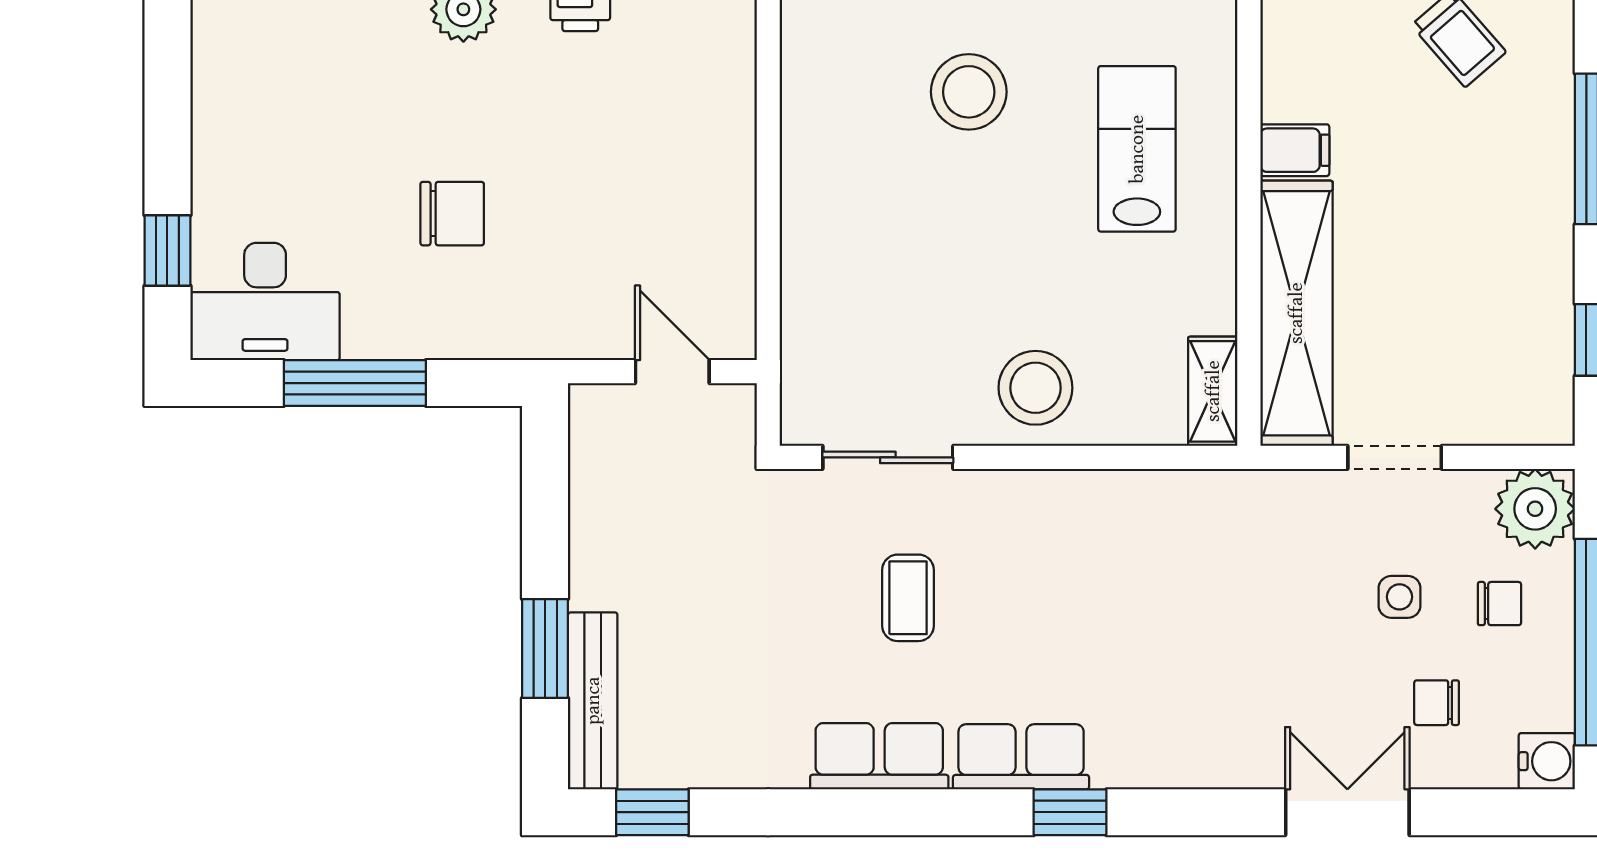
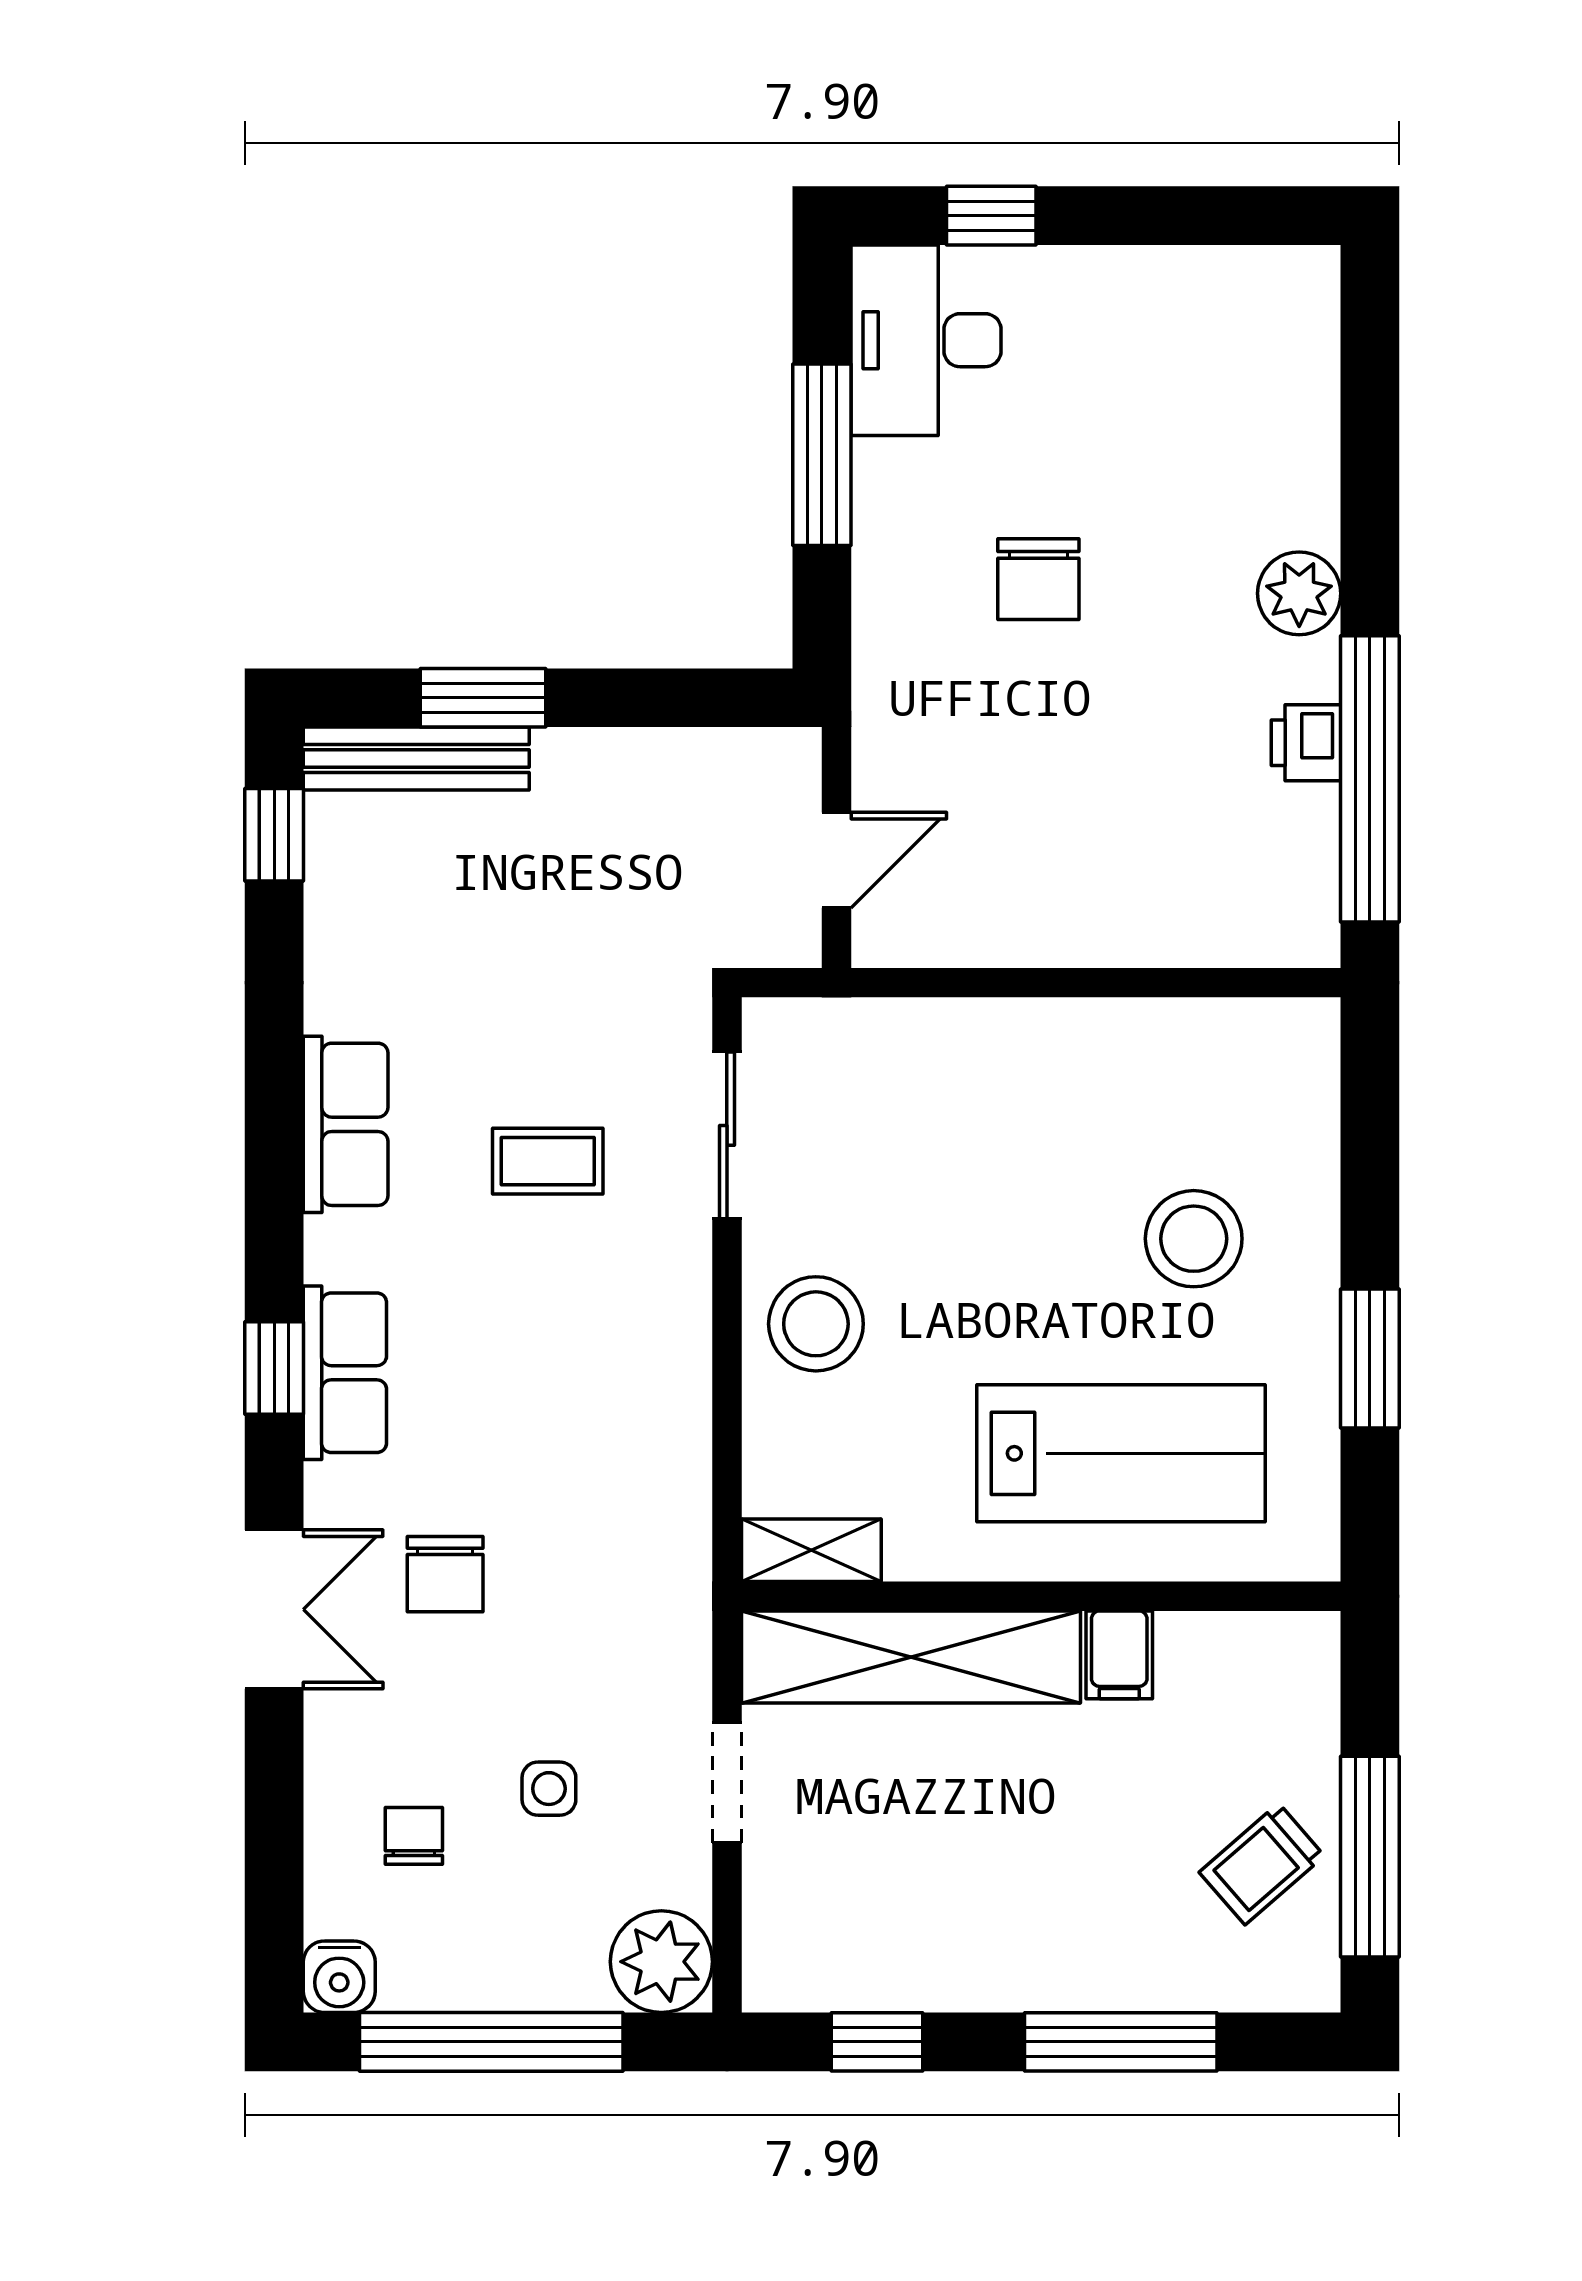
lab bench: (1137, 149) -> (1121, 1453), width x1.36, depth x1.39
chair: (1499, 604) -> (445, 1574), moved, width x1.37, depth x1.37
row of seats: (1021, 757) -> (345, 1373), moved
double door: (1347, 812) -> (274, 1609), moved

